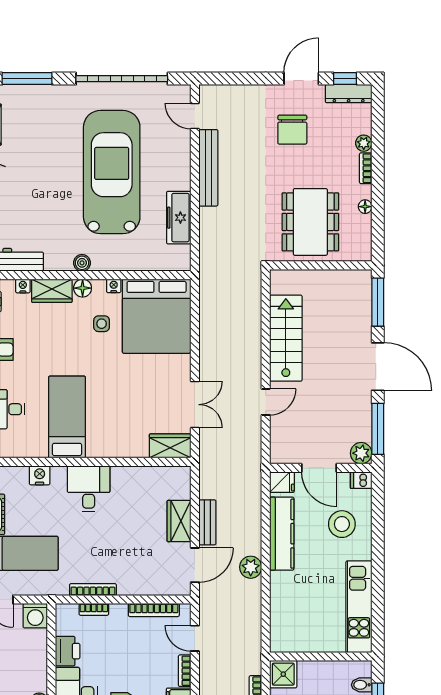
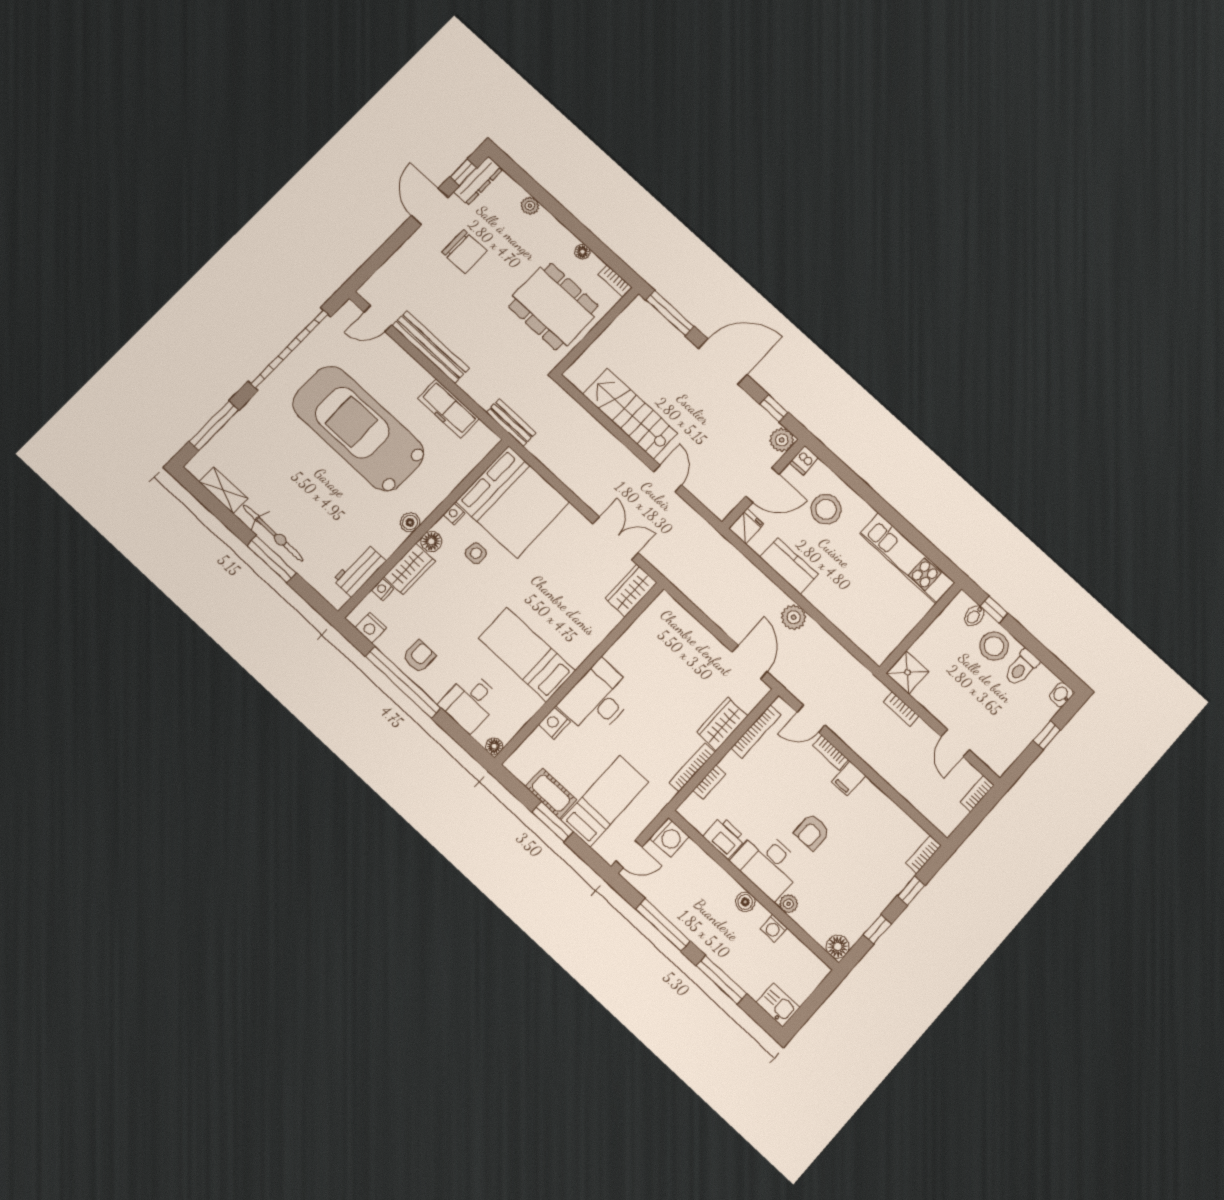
bookcase: (366, 168) -> (615, 281), moved
window: (378, 429) -> (774, 408), width x0.46
desk: (89, 489) -> (598, 699), width x1.37
wardrobe: (179, 521) -> (722, 724), moved, turned 90
bench: (207, 522) -> (511, 423), moved
kitchen counter: (282, 534) -> (789, 566), width x0.67

